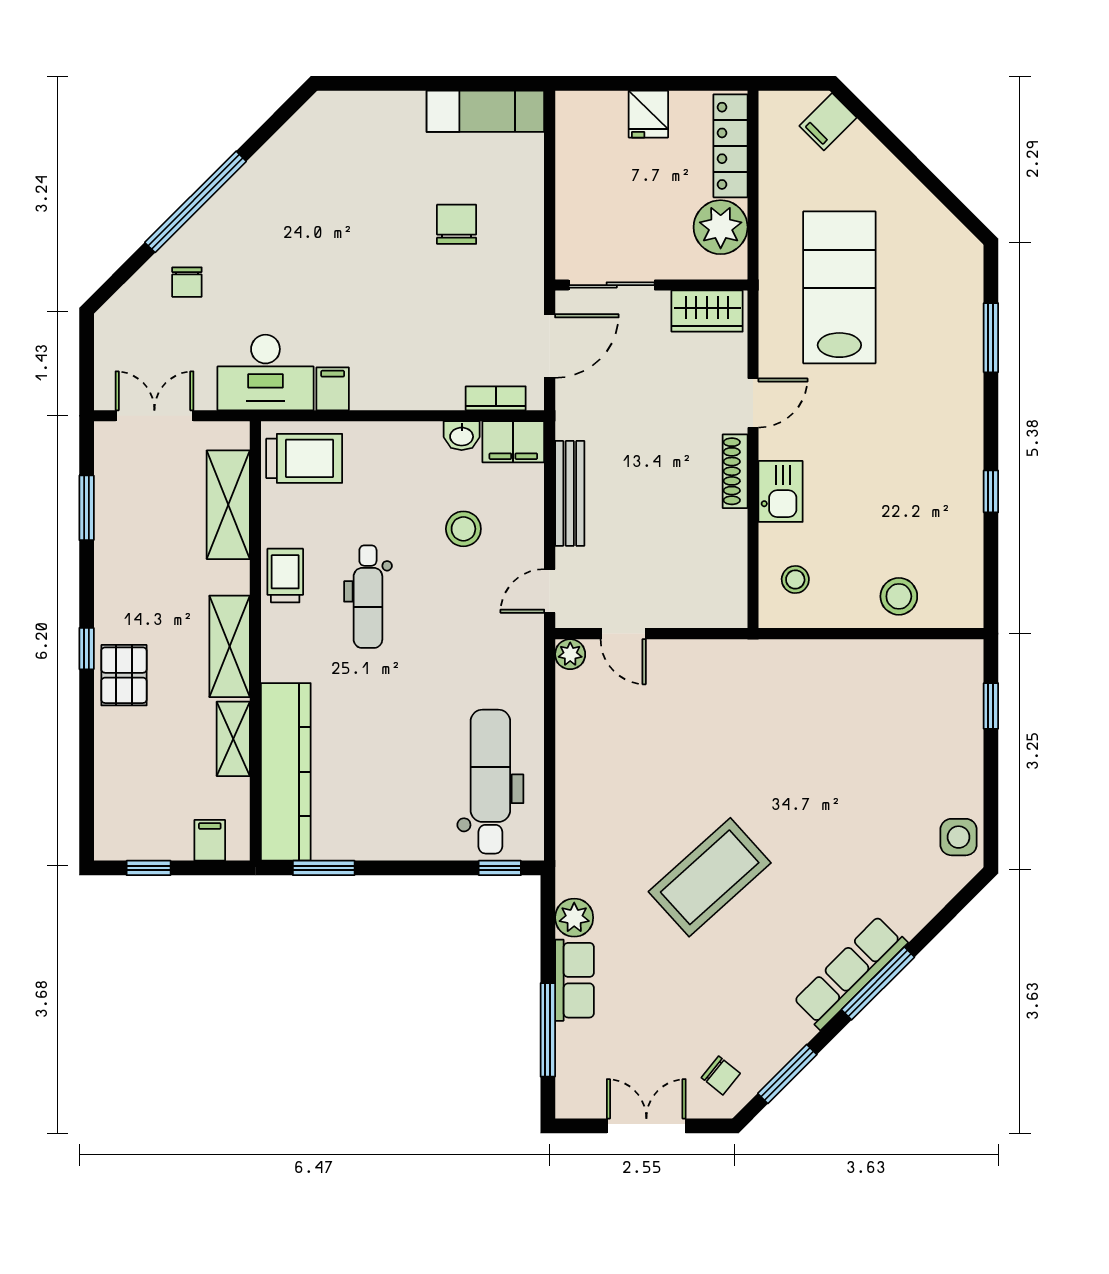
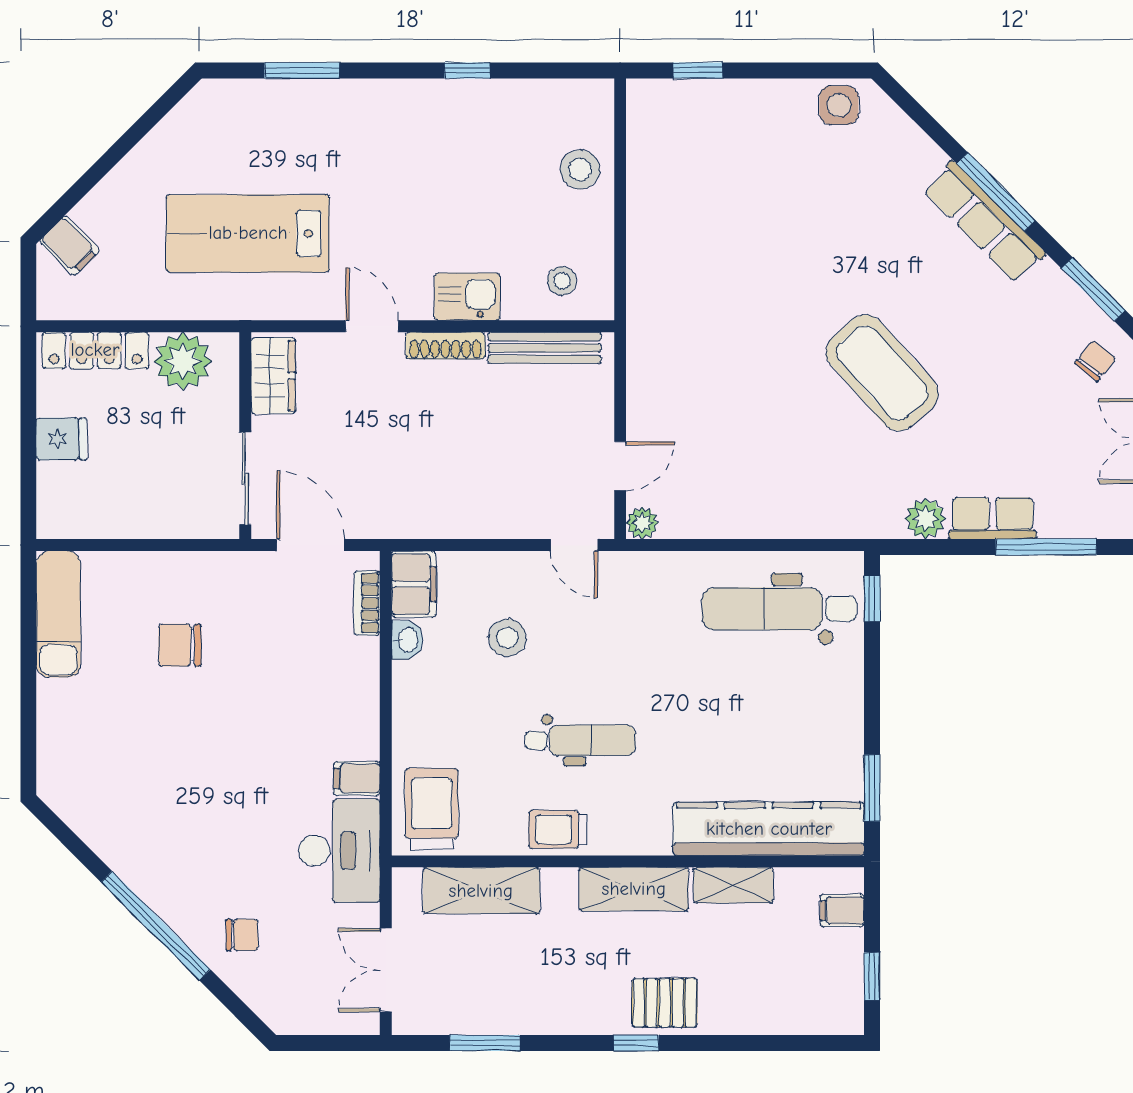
bench: (570, 493) -> (545, 348), moved

